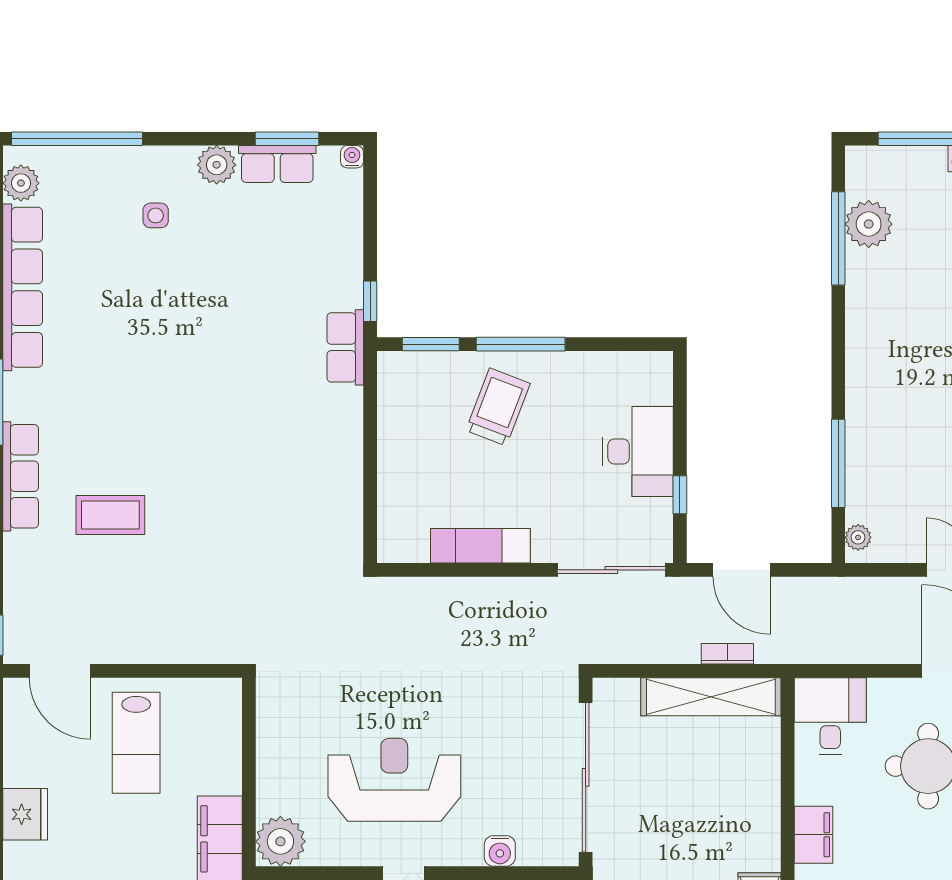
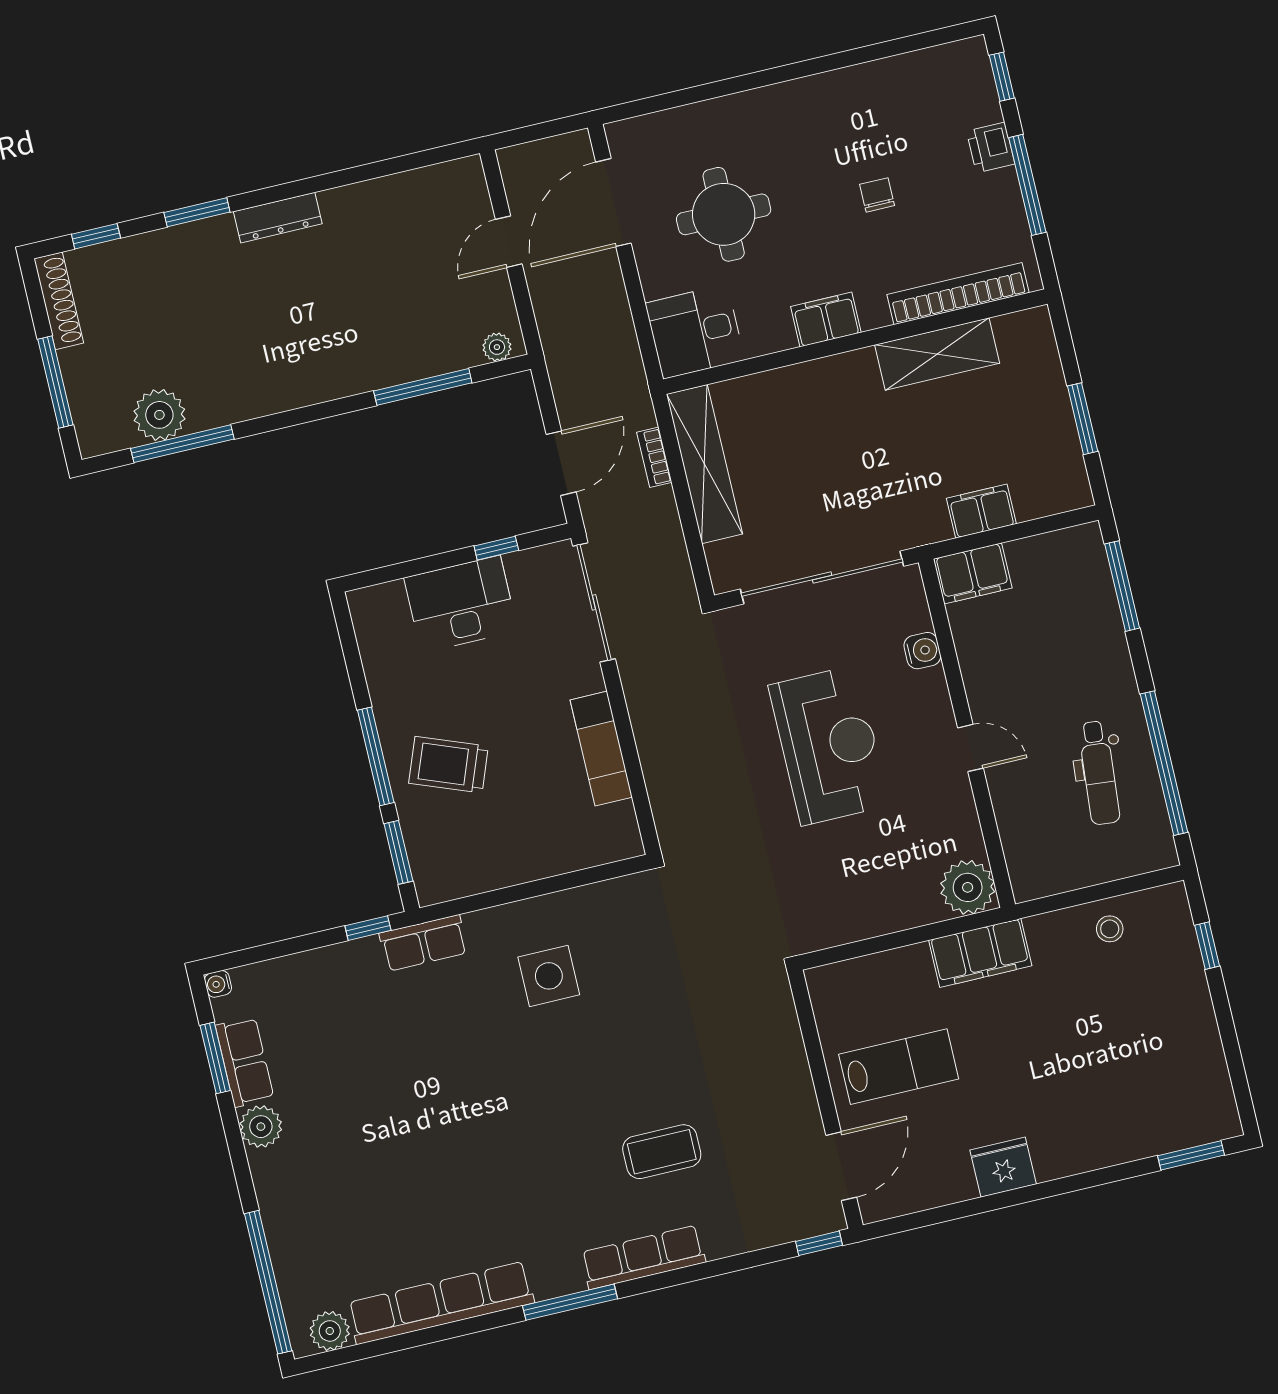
side table: (156, 215) -> (549, 976), moved, width x1.87, depth x1.87
coffee table: (110, 515) -> (662, 1152), turned 90
reception desk: (394, 780) -> (829, 745), moved, turned 180

